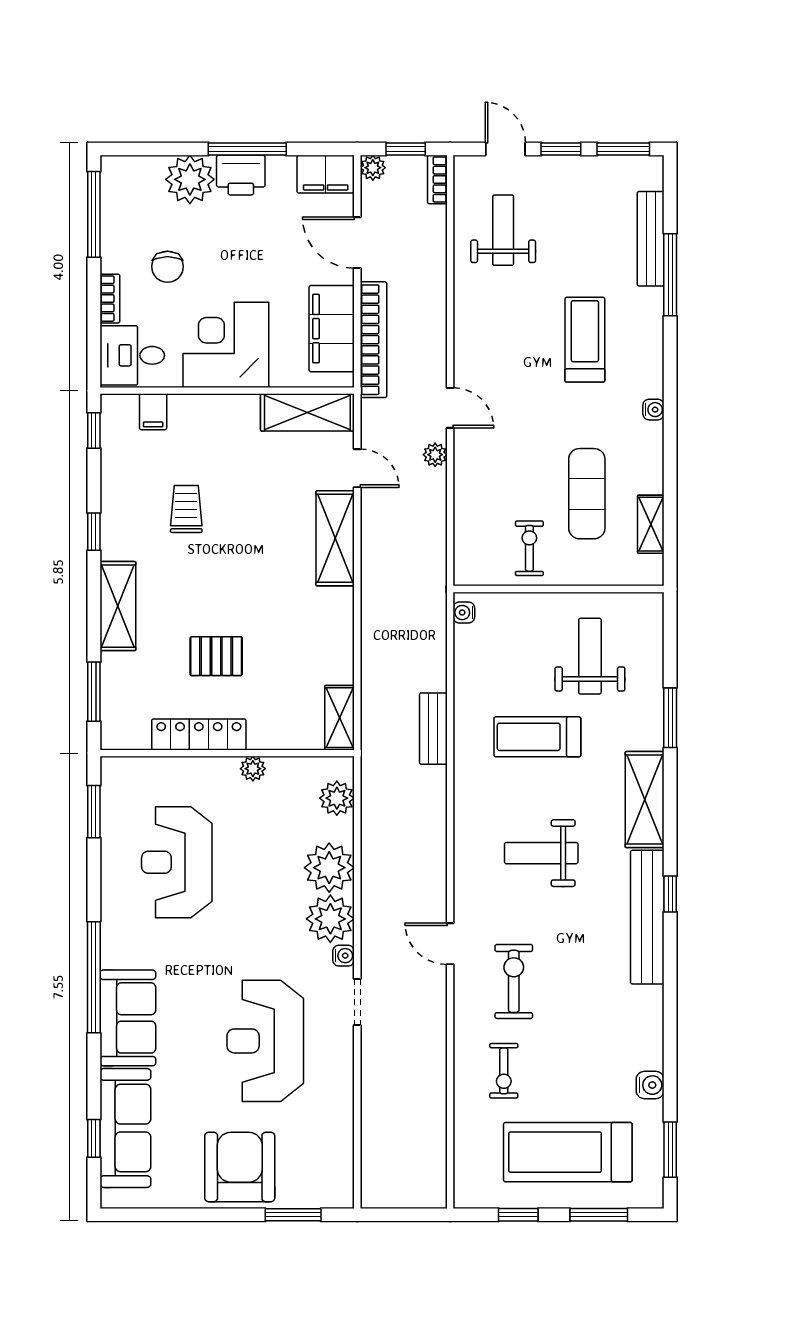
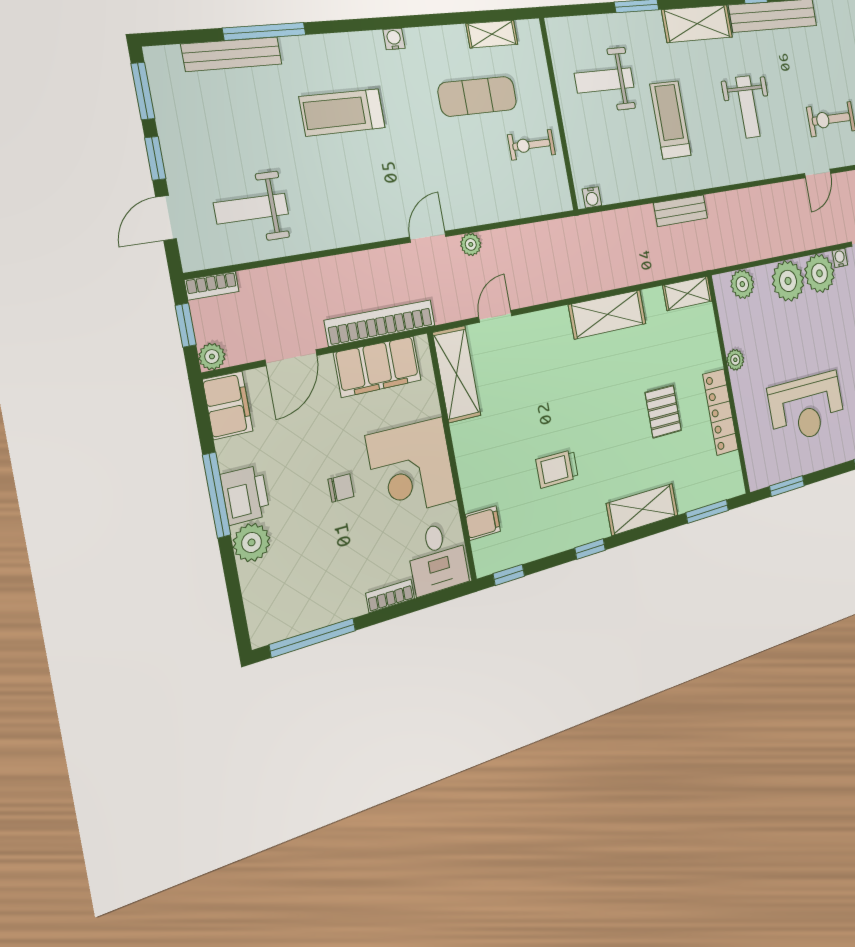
plant: (190, 179) -> (252, 542), width x0.73, depth x0.73
chair: (168, 267) -> (341, 488), moved, width x0.73, depth x0.73
shelving: (335, 538) -> (608, 314), moved
treadmill: (537, 737) -> (670, 120), turned 180

